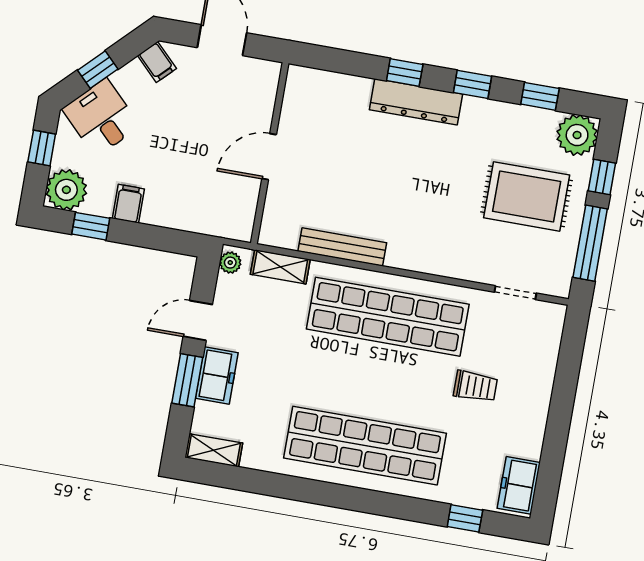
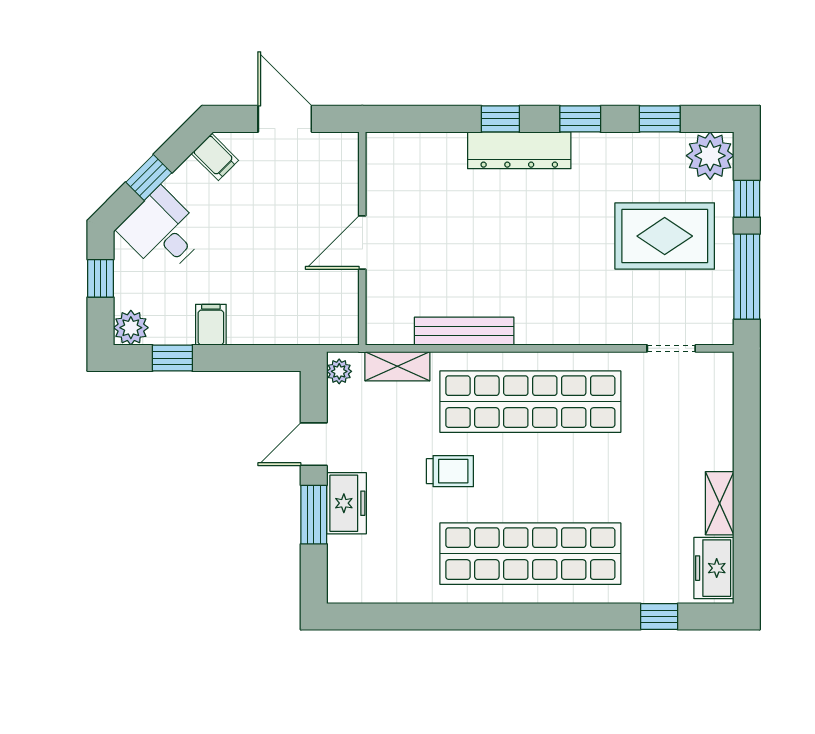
plant: (66, 190) -> (131, 328), width x0.73, depth x0.73
trolley: (475, 386) -> (450, 471), moved
shelving: (214, 450) -> (720, 503), moved, turned 90

